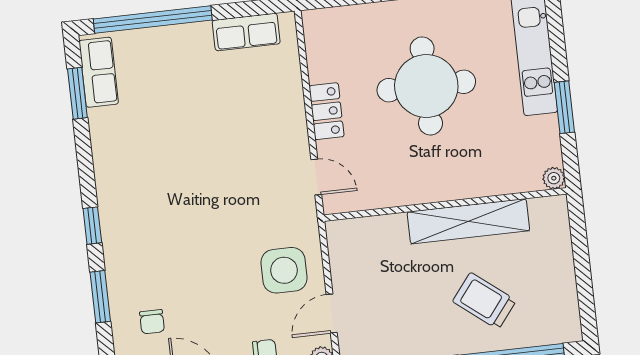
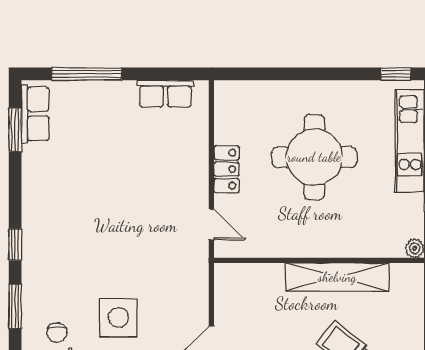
window: (153, 20) -> (87, 74), width x0.68
side table: (284, 270) -> (119, 318), moved

